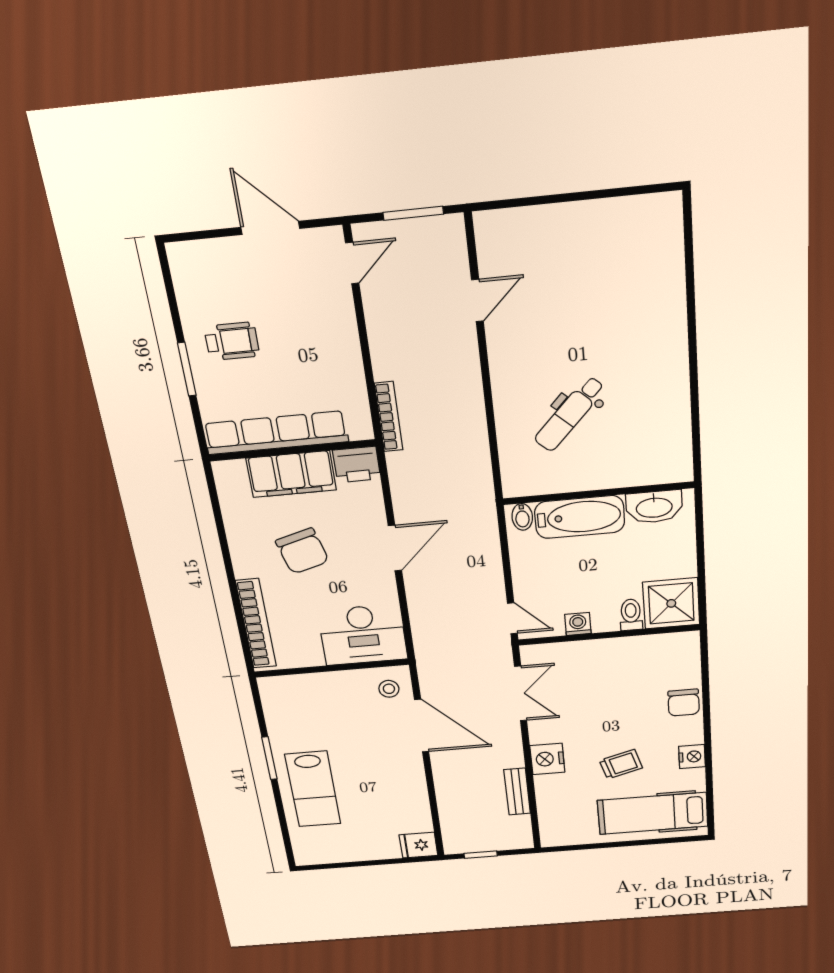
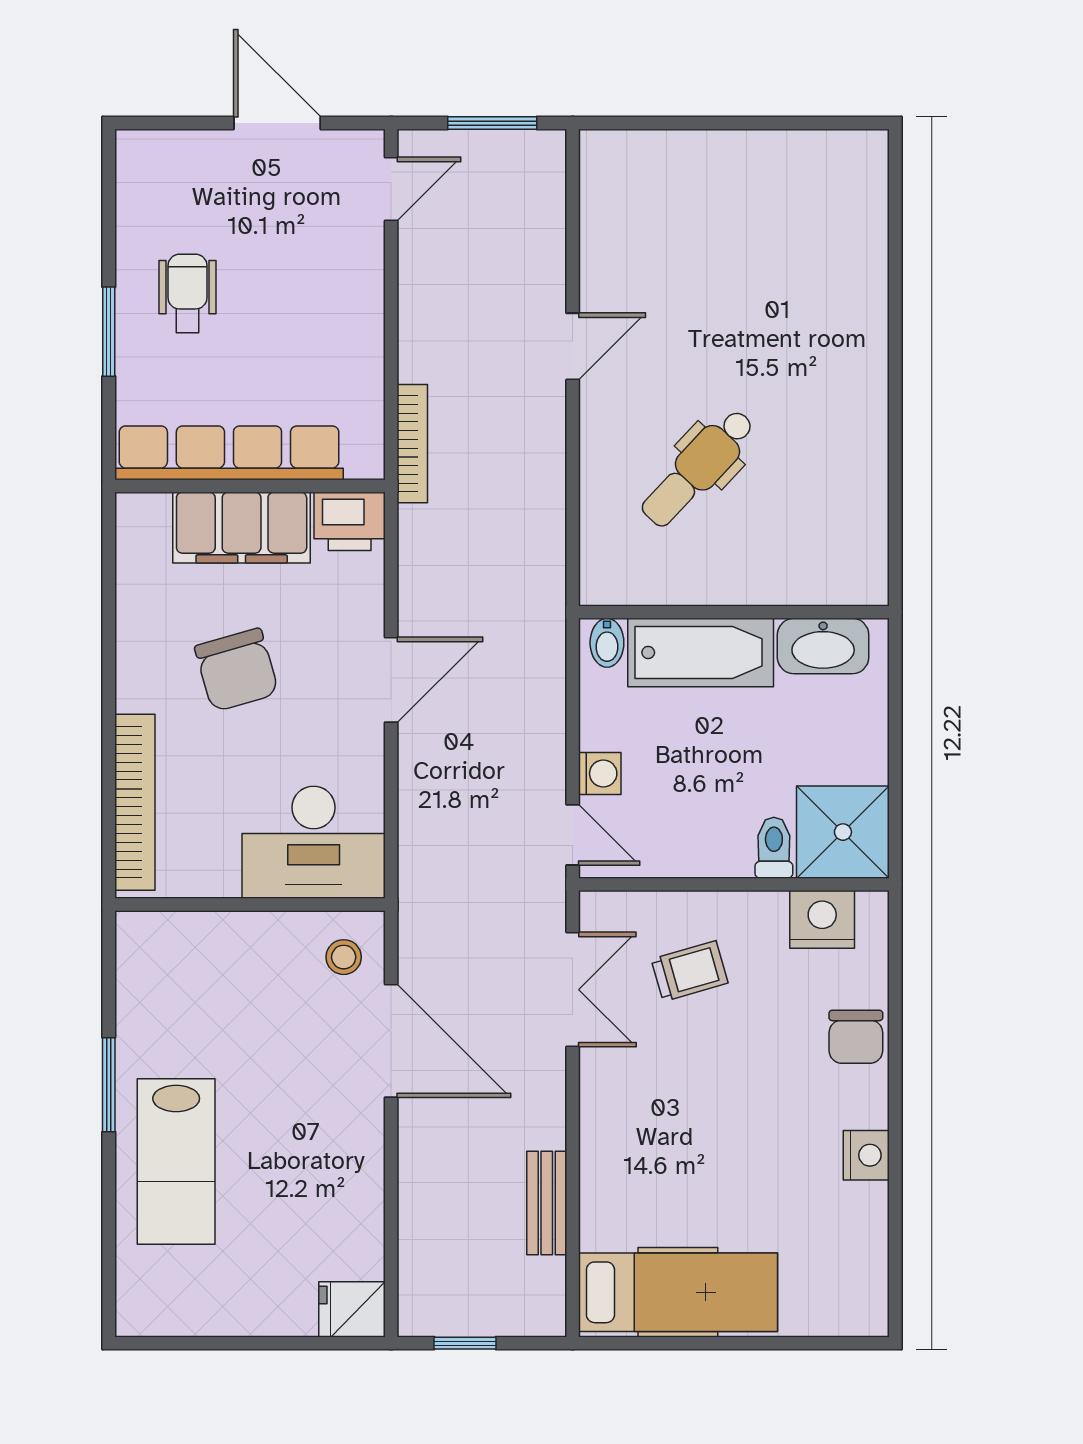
door: (477, 301) -> (573, 346), moved
wheelchair: (232, 341) -> (187, 293), turned -90
washing machine: (578, 624) -> (600, 774), moved, turned 90
nightstand: (547, 759) -> (822, 919), moved, turned 90
trolley: (621, 764) -> (690, 971), moved
hospital bed: (653, 813) -> (678, 1292), moved, turned 180

